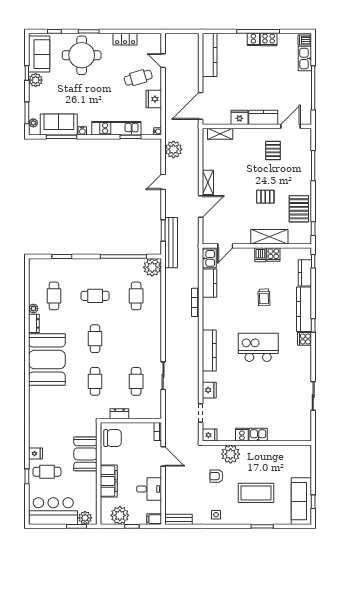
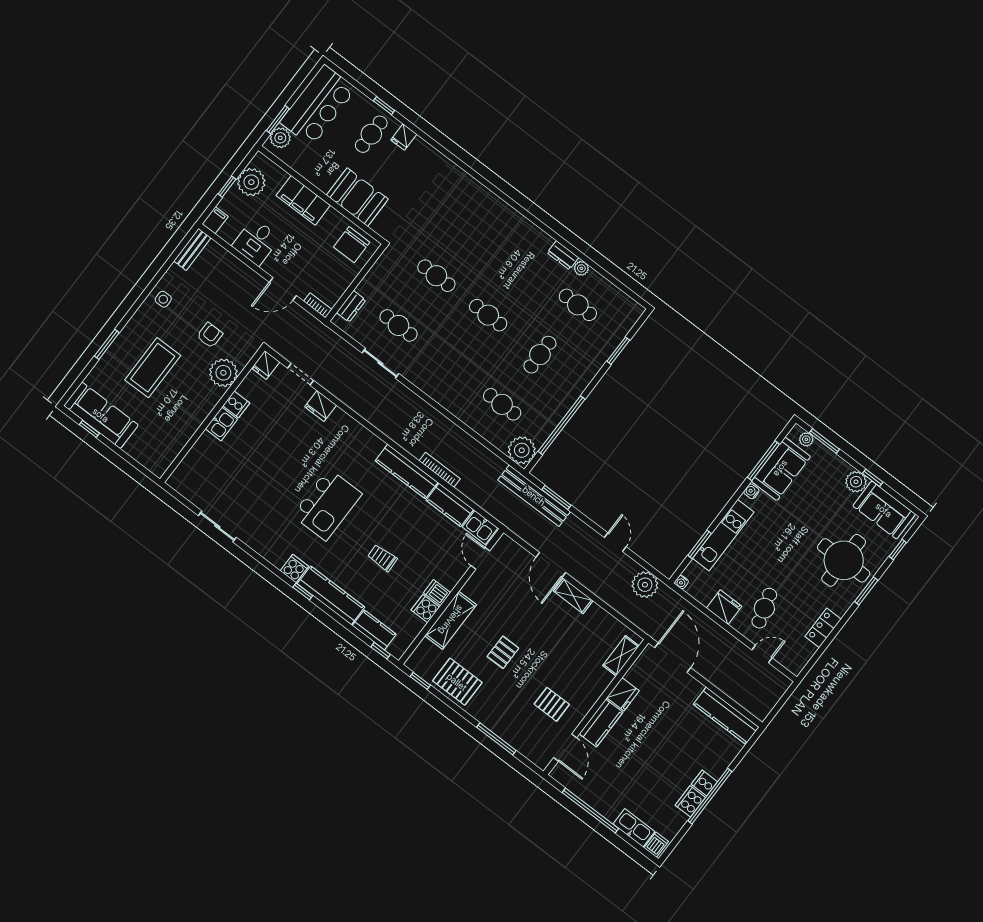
kitchen counter: (209, 350) -> (406, 472), moved
booth: (47, 360) -> (507, 238), removed
dresser: (119, 414) -> (351, 306), moved

